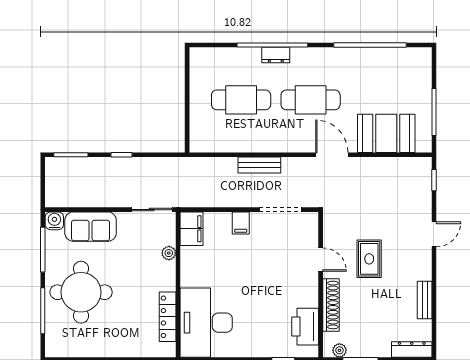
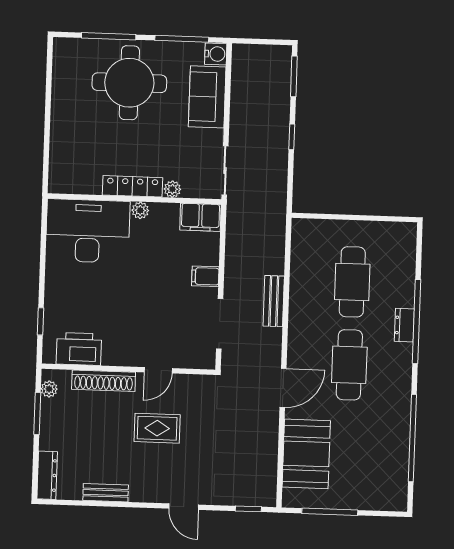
plant: (187, 279) -> (140, 210), added
locker: (168, 317) -> (132, 186), moved

